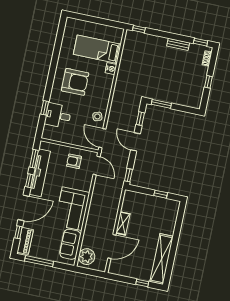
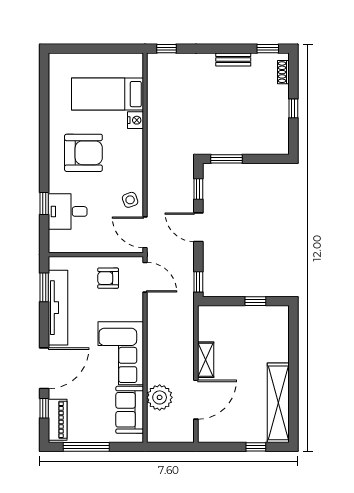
window: (29, 181) -> (44, 324), removed
plant: (87, 257) -> (160, 397), moved

